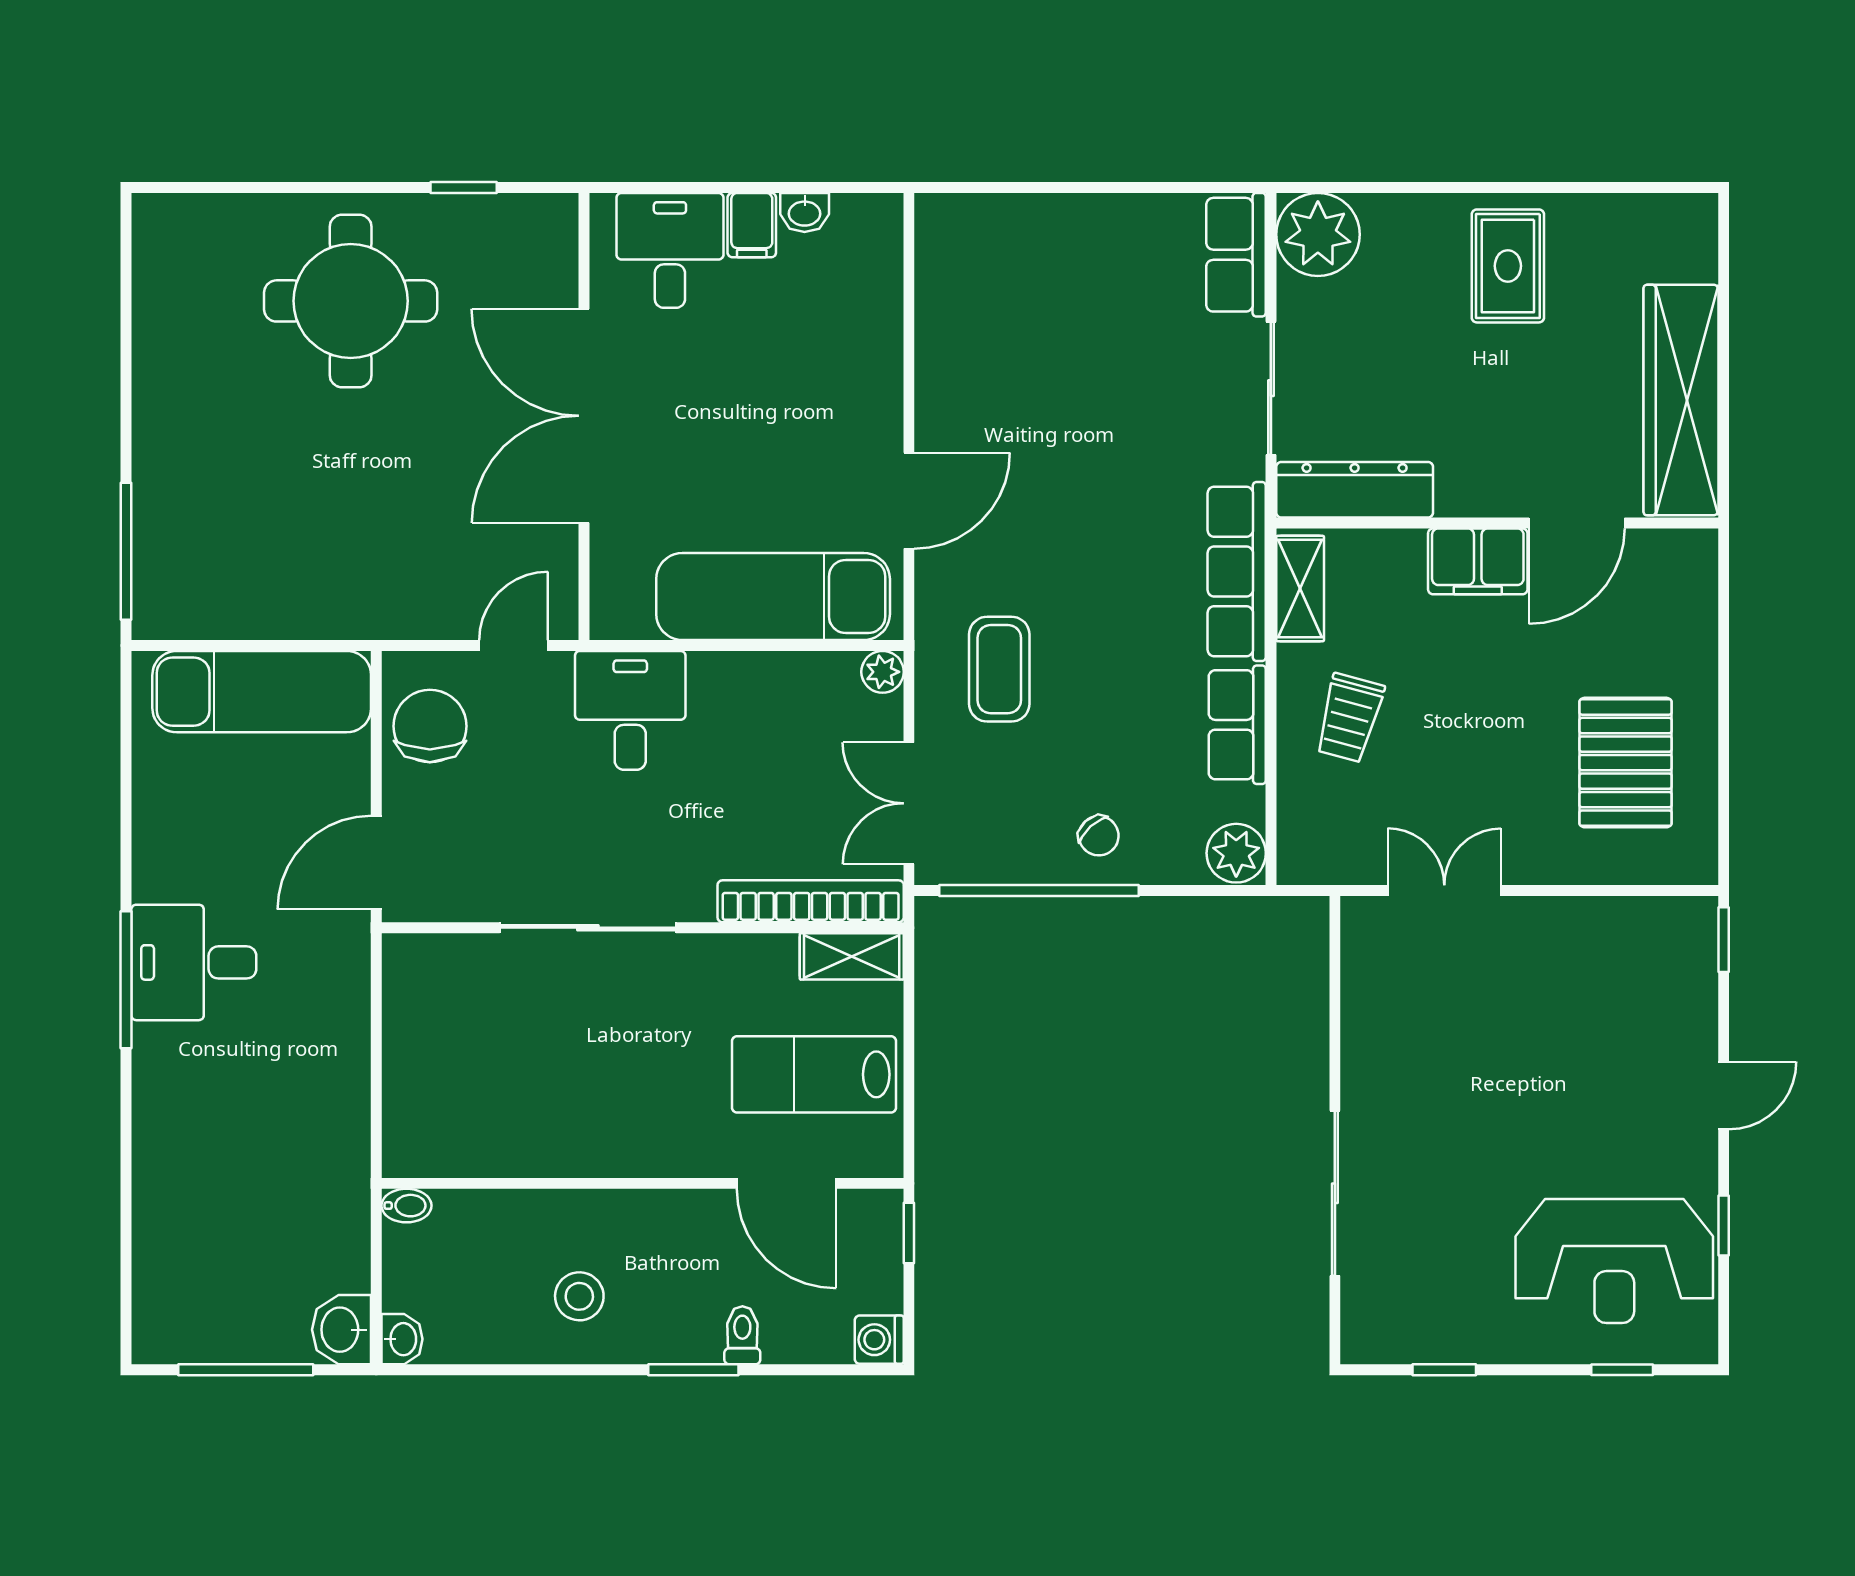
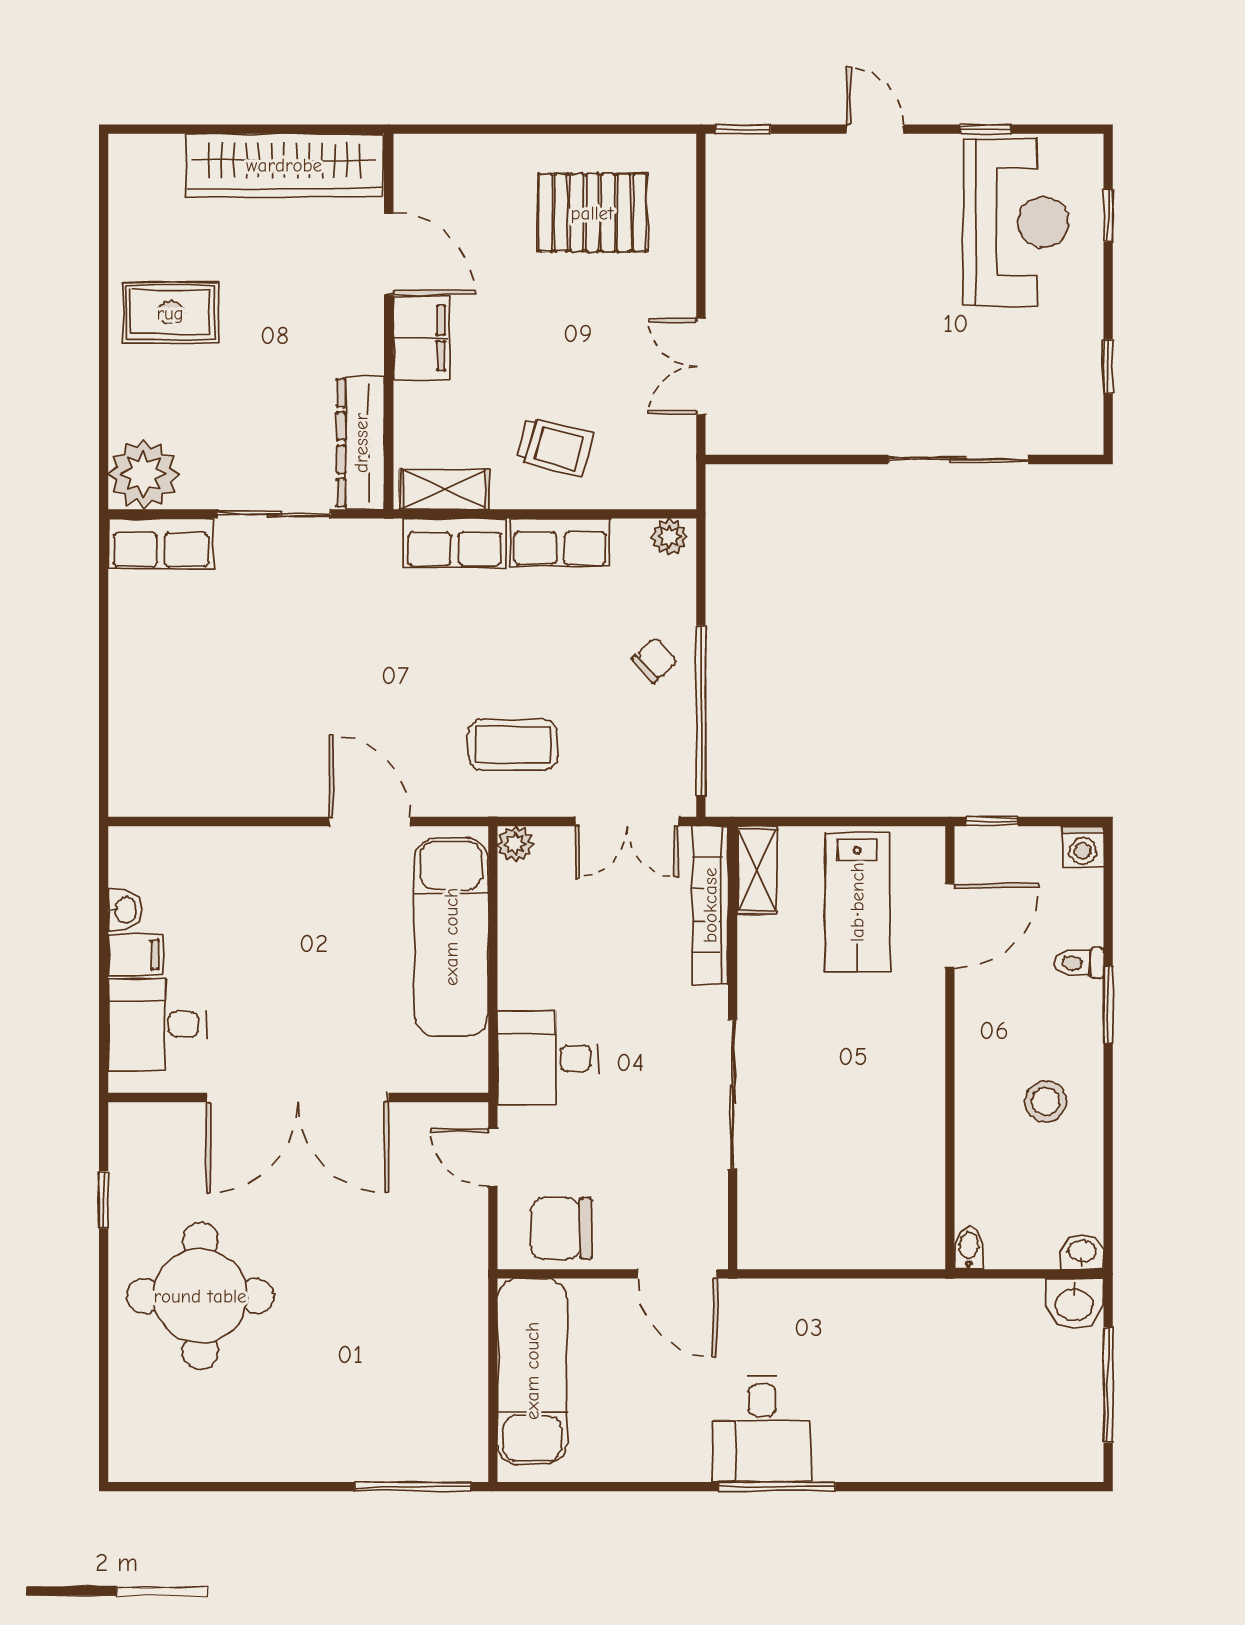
row of seats: (1237, 572) -> (455, 543), width x0.68
plant: (1236, 853) -> (669, 537), width x0.73, depth x0.73

